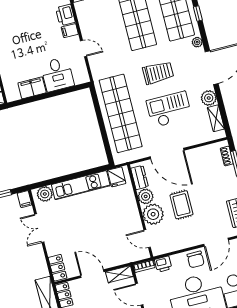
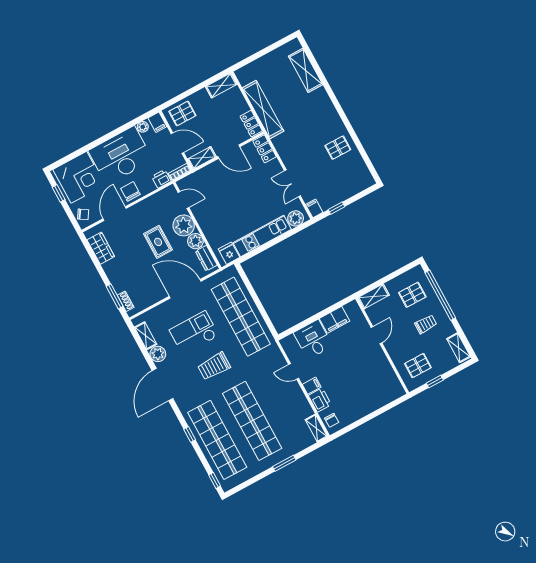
plant: (197, 42) -> (183, 406), removed
checkout: (169, 109) -> (194, 333), turned 180
double door: (39, 228) -> (292, 183), swing flipped

